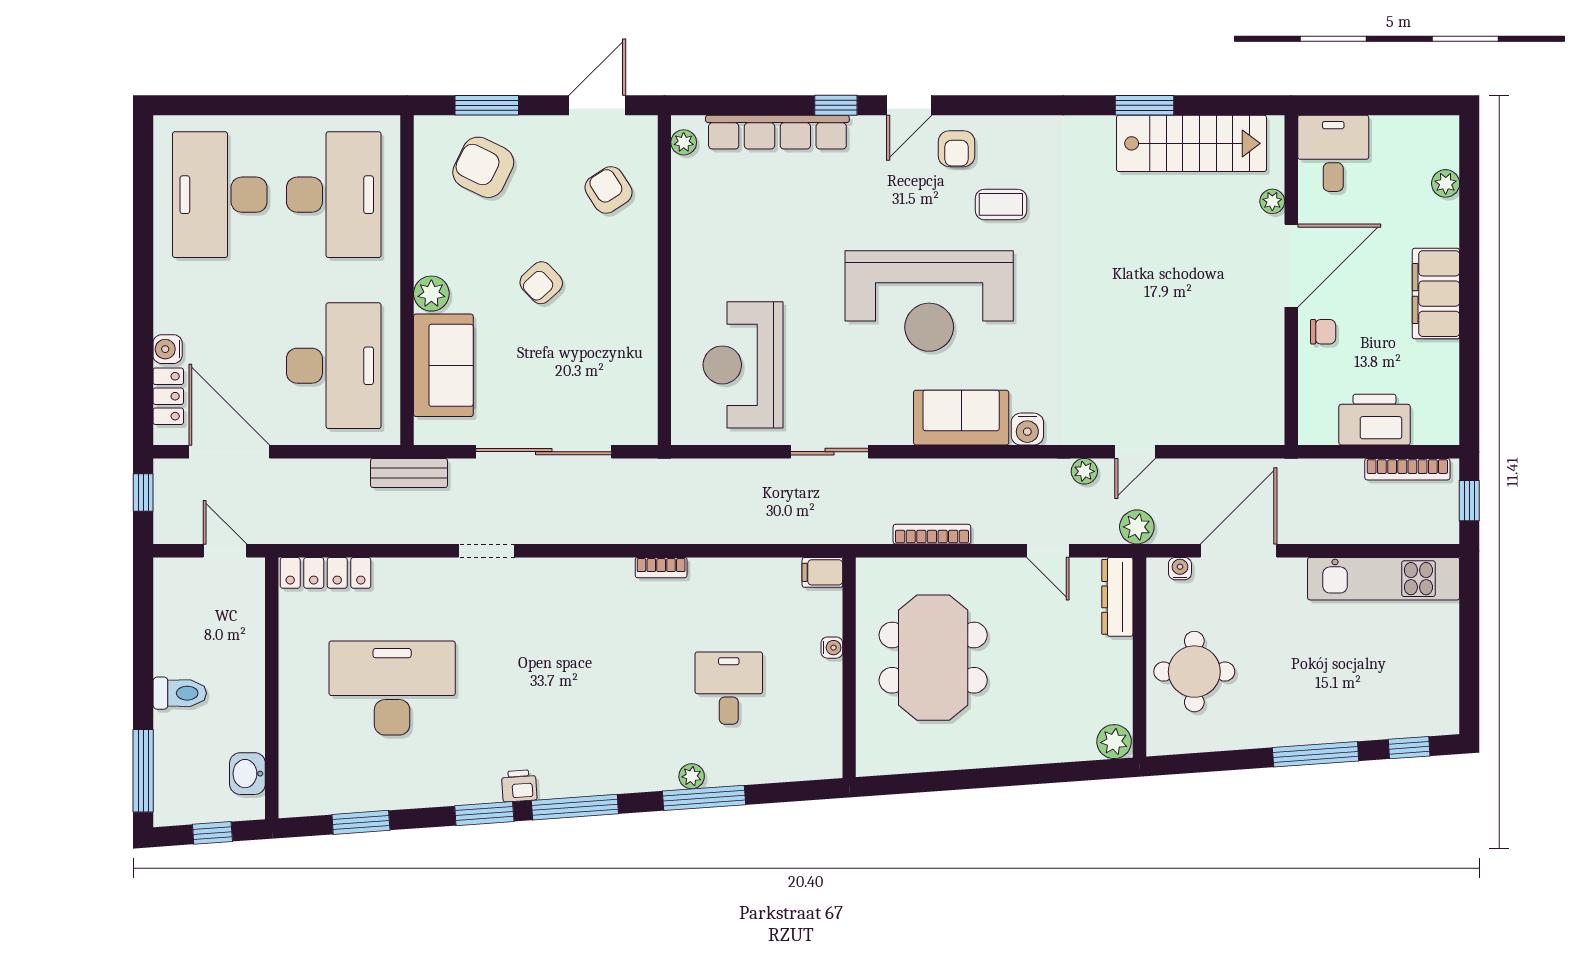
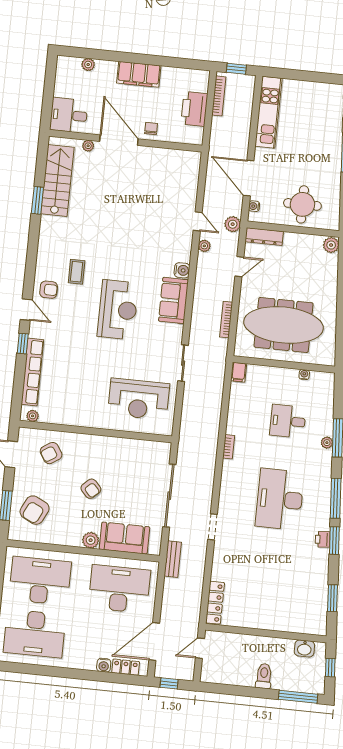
reception desk: (929, 301) -> (118, 310), width x0.74, depth x0.77
water cooler: (832, 648) -> (304, 375), moved
meeting table: (933, 658) -> (284, 325), width x1.36
desk: (392, 688) -> (280, 499), moved
printer: (519, 786) -> (323, 539), moved

